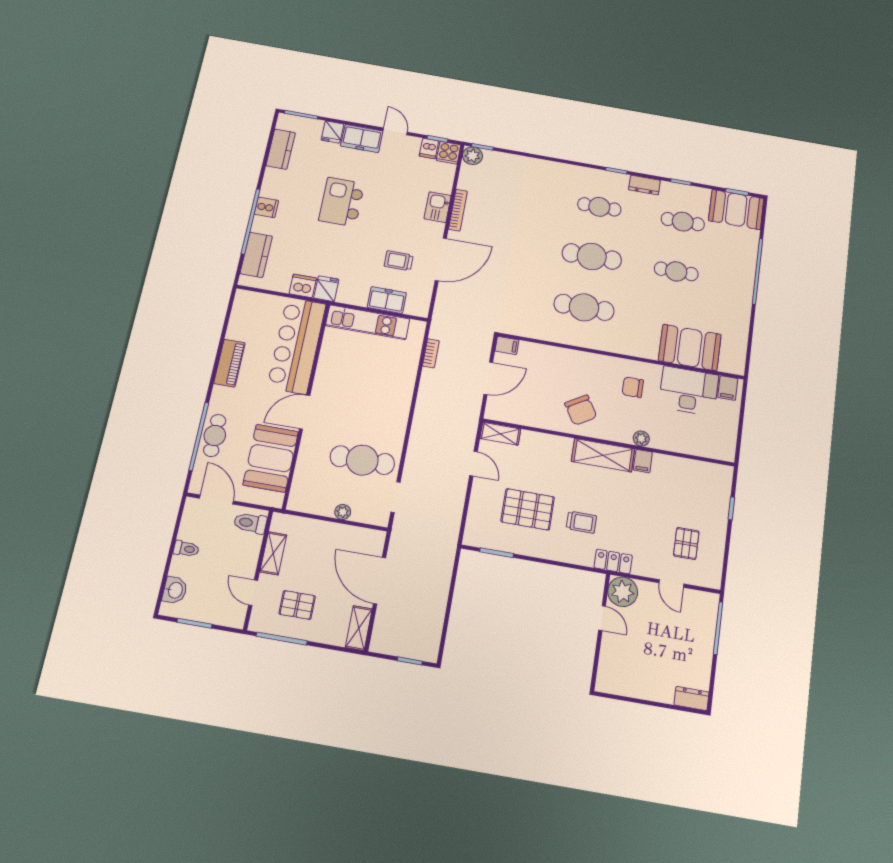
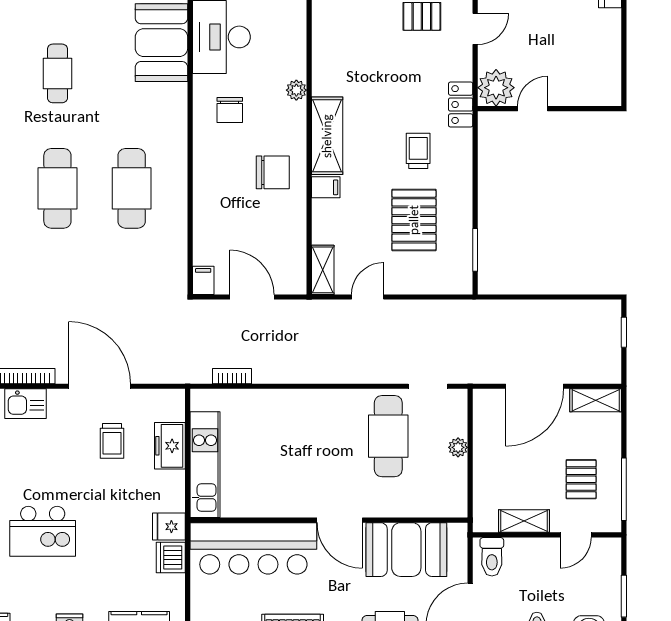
chair: (581, 410) -> (273, 172), turned 31
filing cabinet: (643, 461) -> (326, 187), moved

